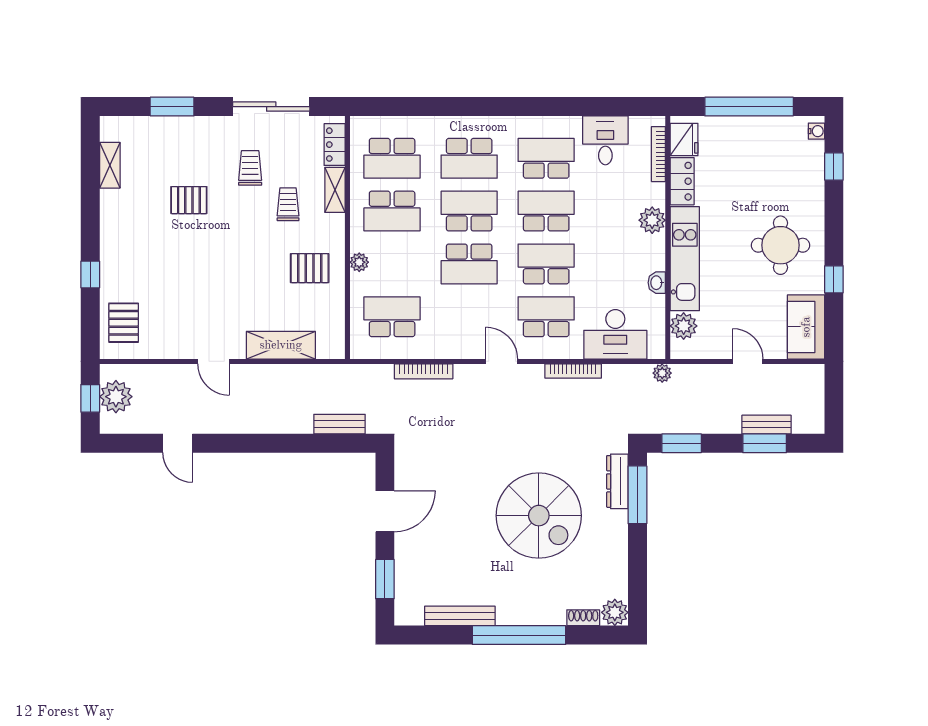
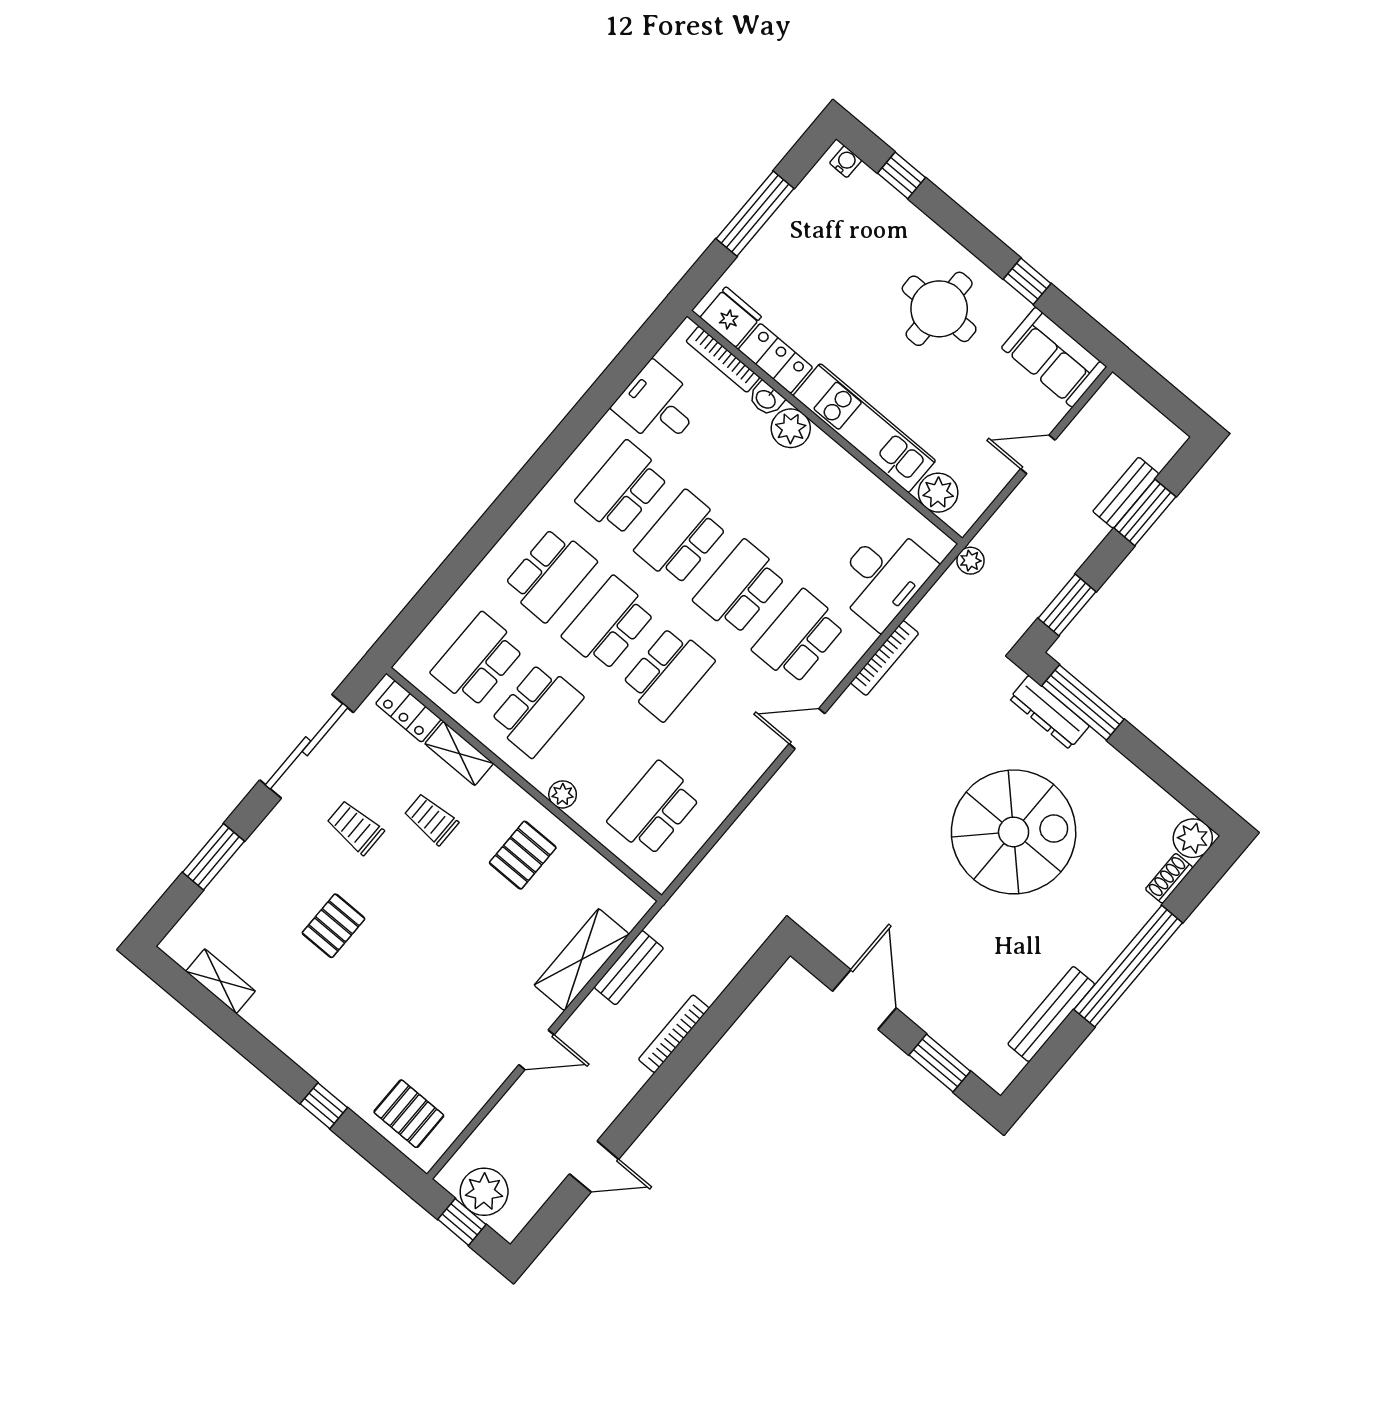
window: (749, 107) -> (755, 214), width x0.68
school desk: (392, 158) -> (478, 660), turned 180
washbasin: (657, 283) -> (766, 399), moved
bookcase: (424, 371) -> (674, 1034), moved, turned 180
bench: (339, 424) -> (629, 968), moved

